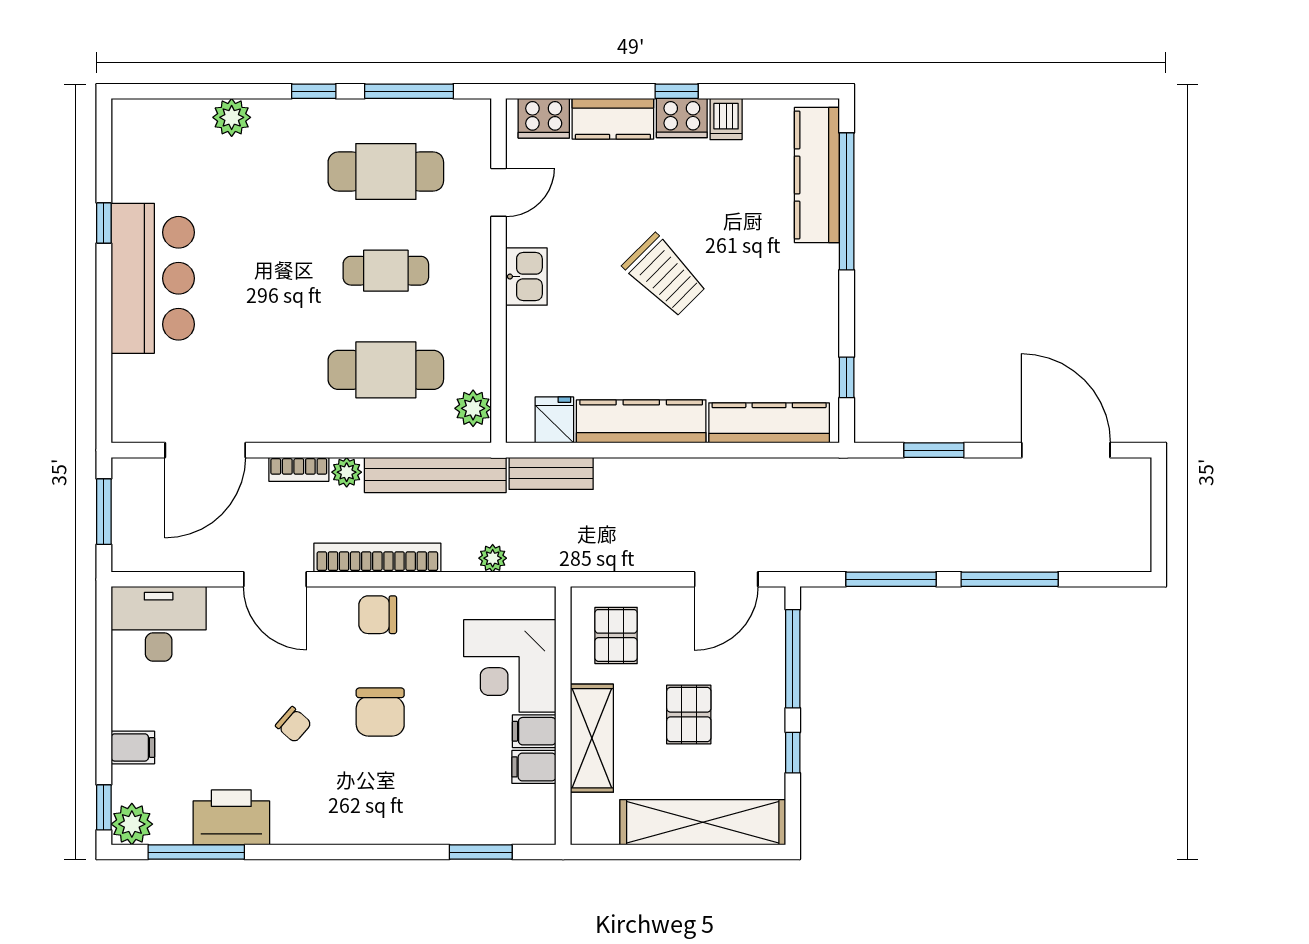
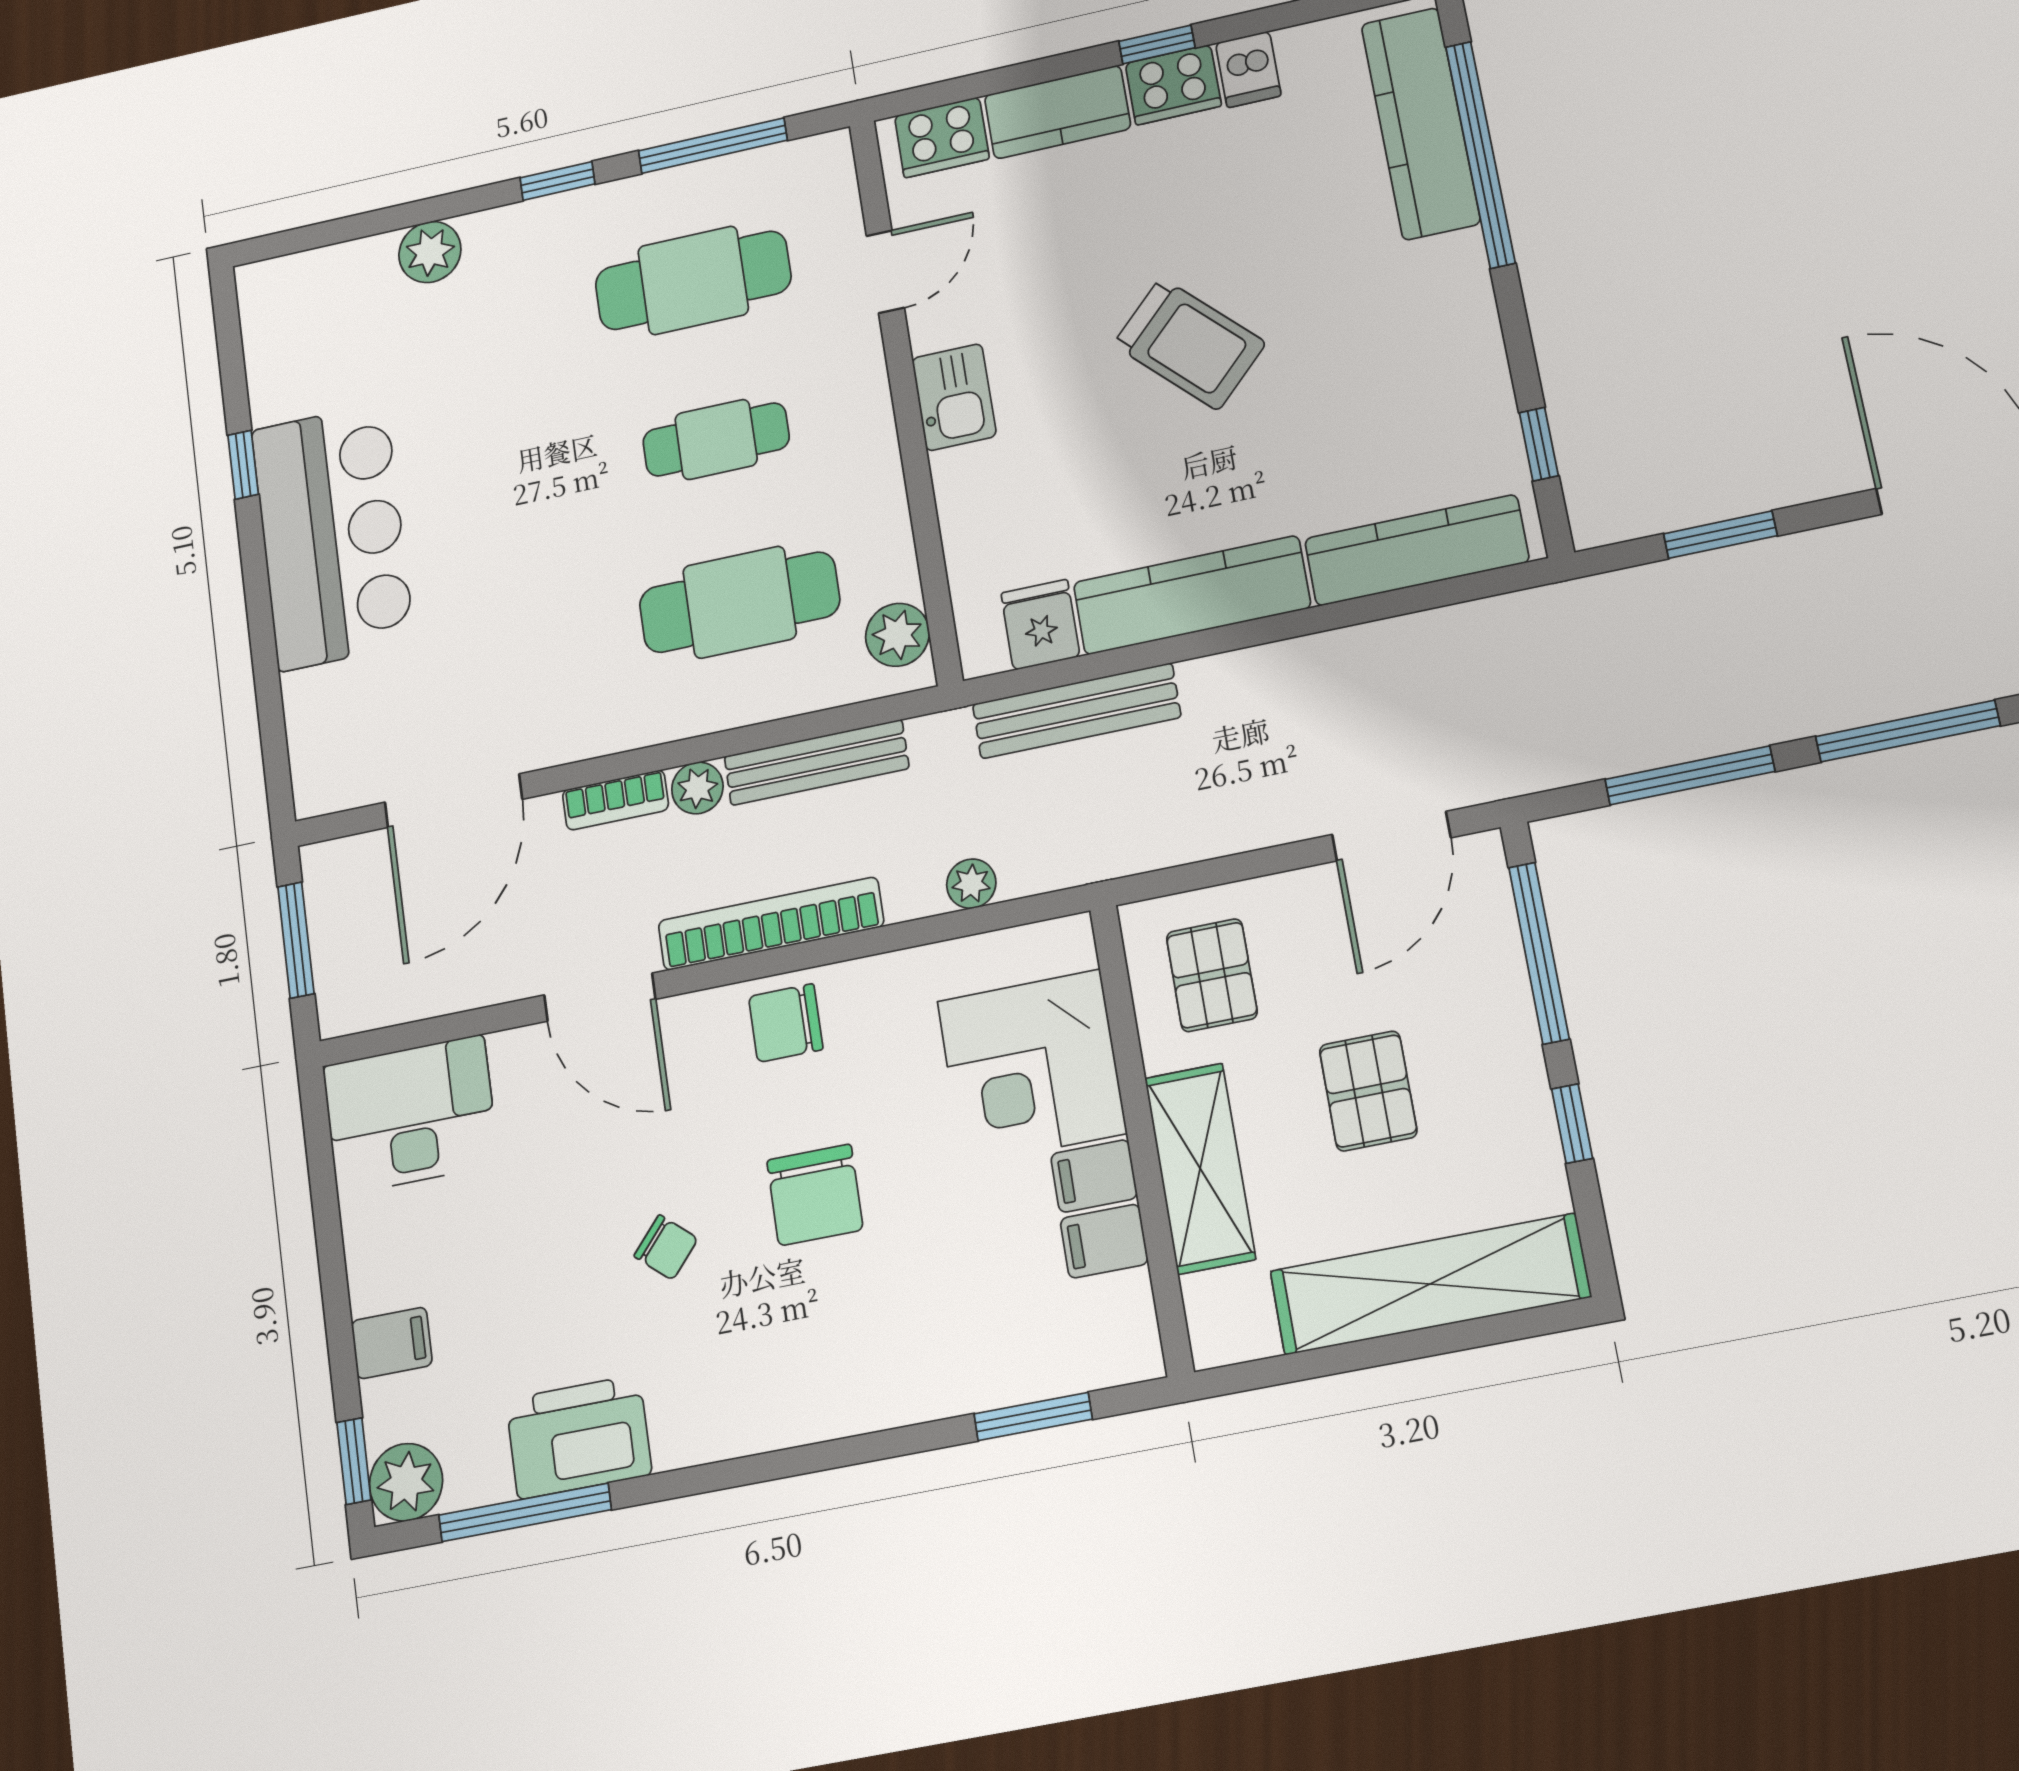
bench: (551, 473) -> (1077, 711), width x1.36
bench: (435, 475) -> (816, 762), width x0.73, depth x0.82

